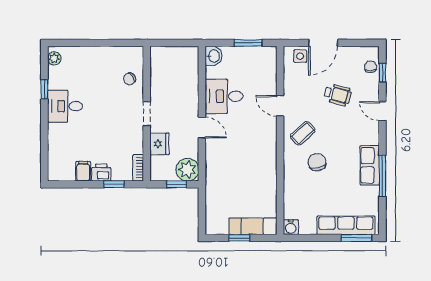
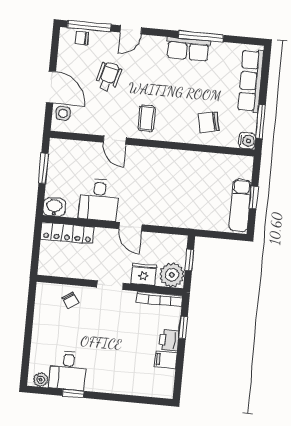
locker: (191, 70) -> (67, 233), added
window: (382, 73) -> (89, 26), width x2.17
desk: (65, 106) -> (68, 370), moved
door: (280, 106) -> (115, 140), hinge flipped
door: (202, 127) -> (130, 227), swing flipped
coffee table: (303, 133) -> (147, 118), turned 42
chair: (317, 162) -> (209, 122), moved
bookcase: (138, 168) -> (159, 299), width x1.56
plant: (187, 170) -> (172, 275), moved
exam couch: (253, 226) -> (240, 205), moved
window: (356, 238) -> (261, 122), moved

